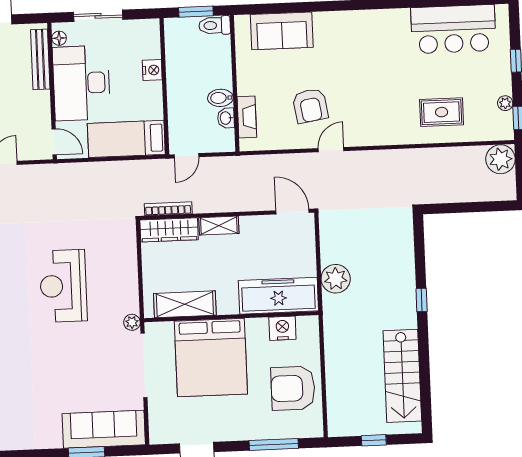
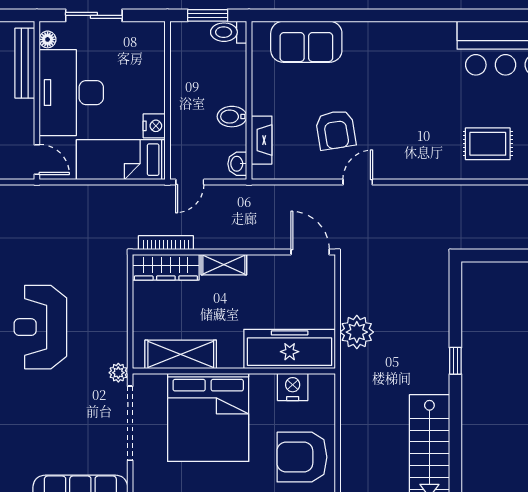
nightstand: (152, 70) -> (154, 126), moved
washbasin: (226, 118) -> (237, 164), moved

